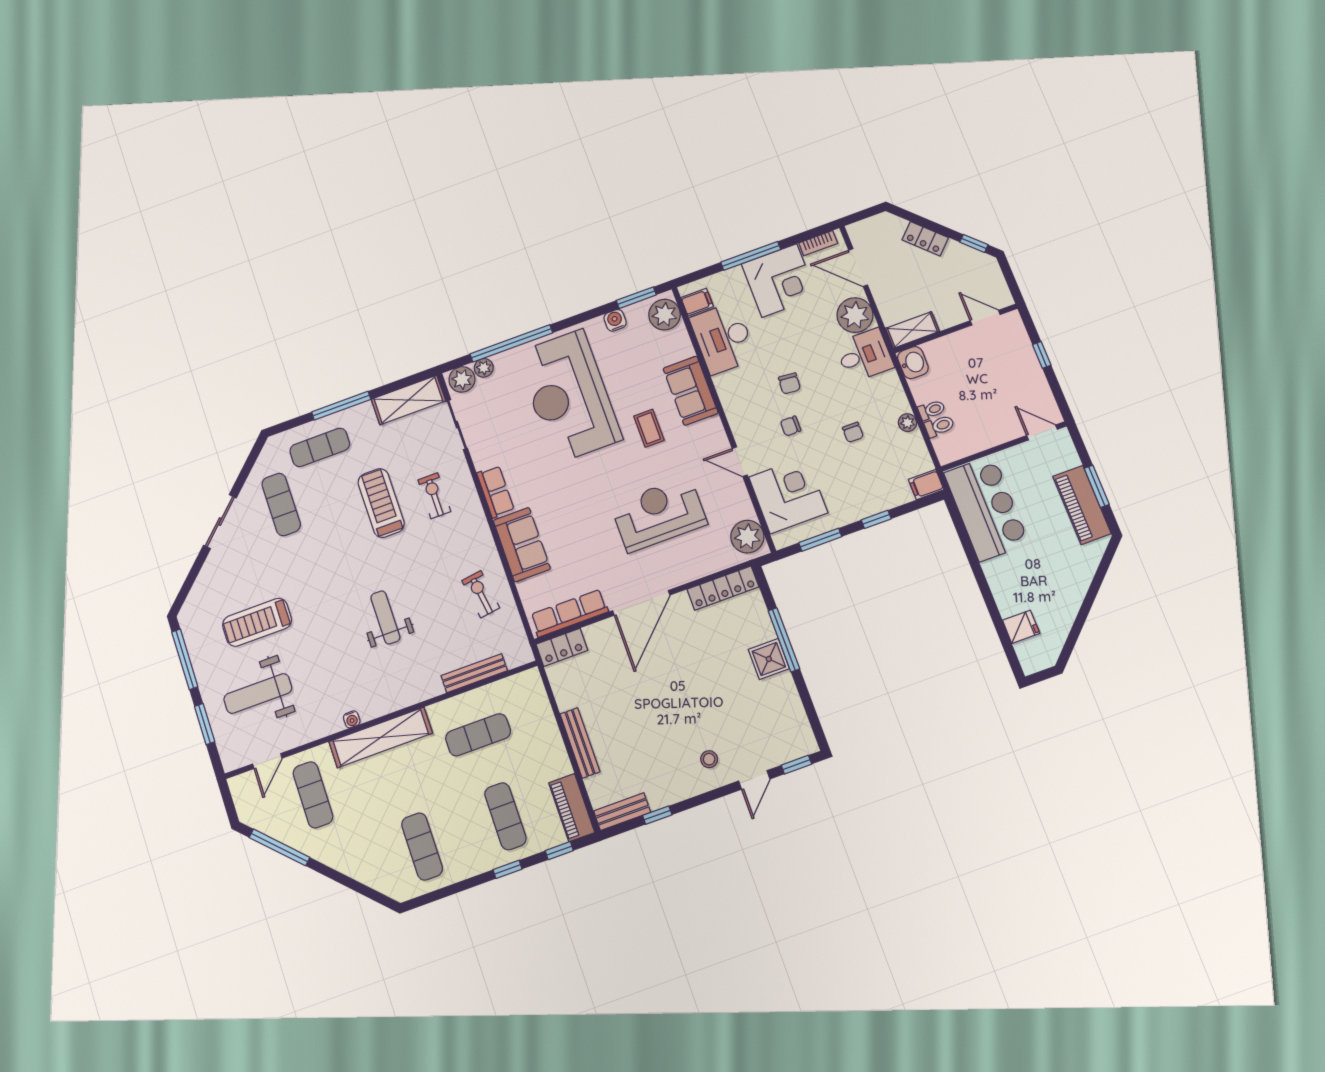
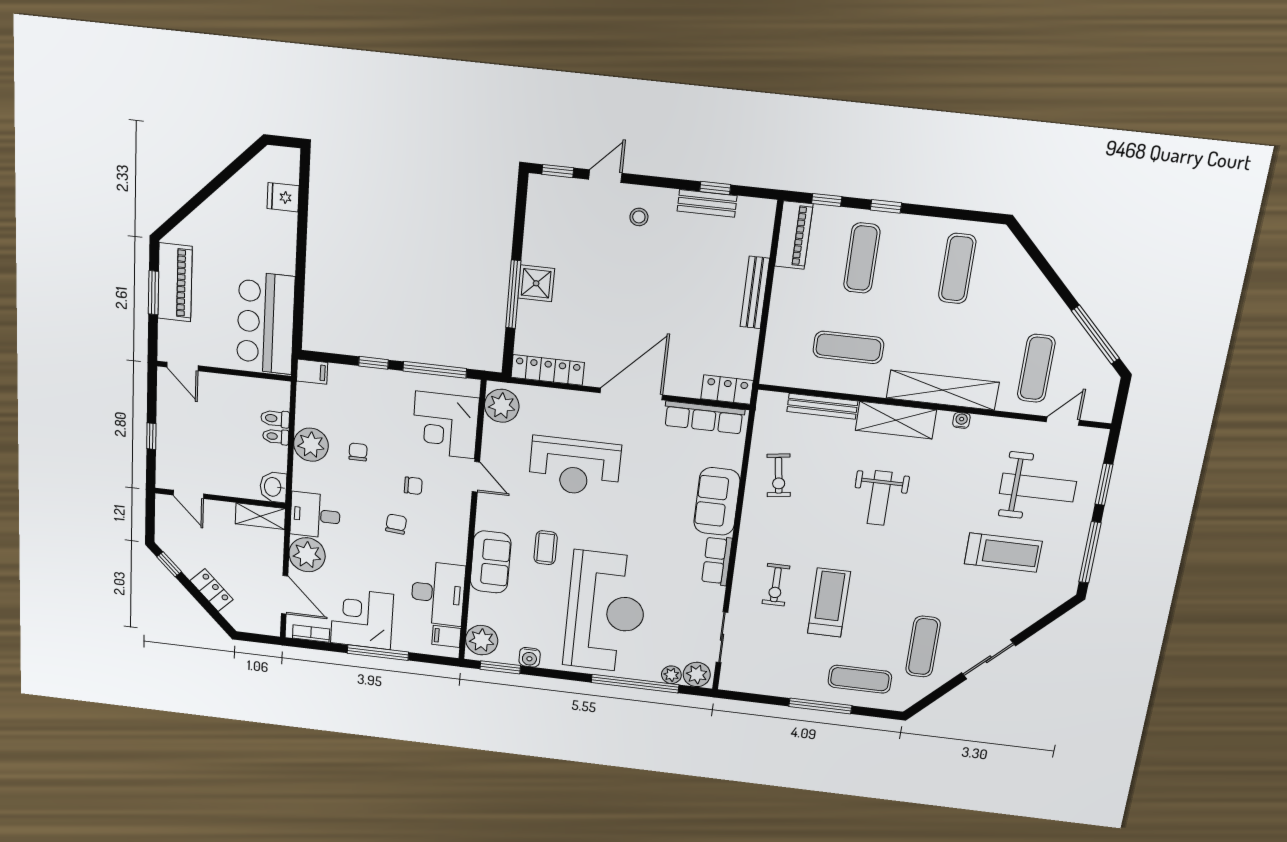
shelving: (408, 400) -> (896, 420), moved
plant: (907, 423) -> (311, 445), width x1.88, depth x1.88
treadmill: (381, 503) -> (829, 603), turned 180
window: (820, 540) -> (435, 370), width x1.44
bench: (622, 812) -> (707, 203), moved

